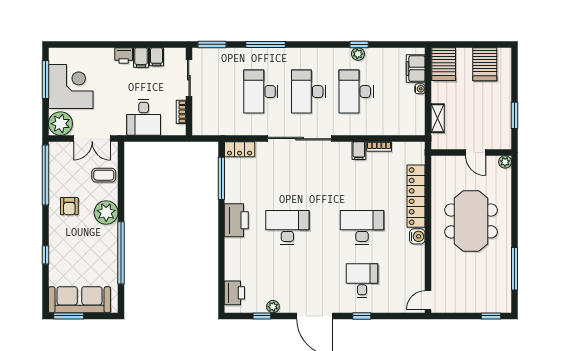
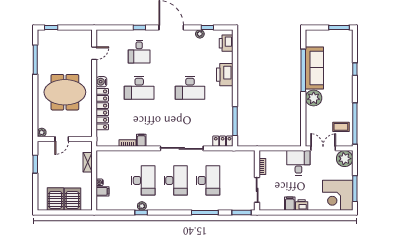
filing cabinet: (157, 57) -> (279, 204), removed
server rack: (444, 64) -> (72, 199), moved
filing cabinet: (416, 69) -> (103, 191), width x0.50
corner desk: (71, 86) -> (338, 195), moved
desk: (144, 117) -> (298, 163), moved
door: (476, 152) -> (62, 139), swing flipped
coffee table: (104, 175) -> (341, 127), moved
armchair: (69, 206) -> (339, 102), removed
printer: (236, 220) -> (225, 75), moved
meeting table: (471, 221) -> (65, 92), turned 90
sofa: (79, 300) -> (314, 68), moved, turned -90
door: (428, 300) -> (94, 53), moved

